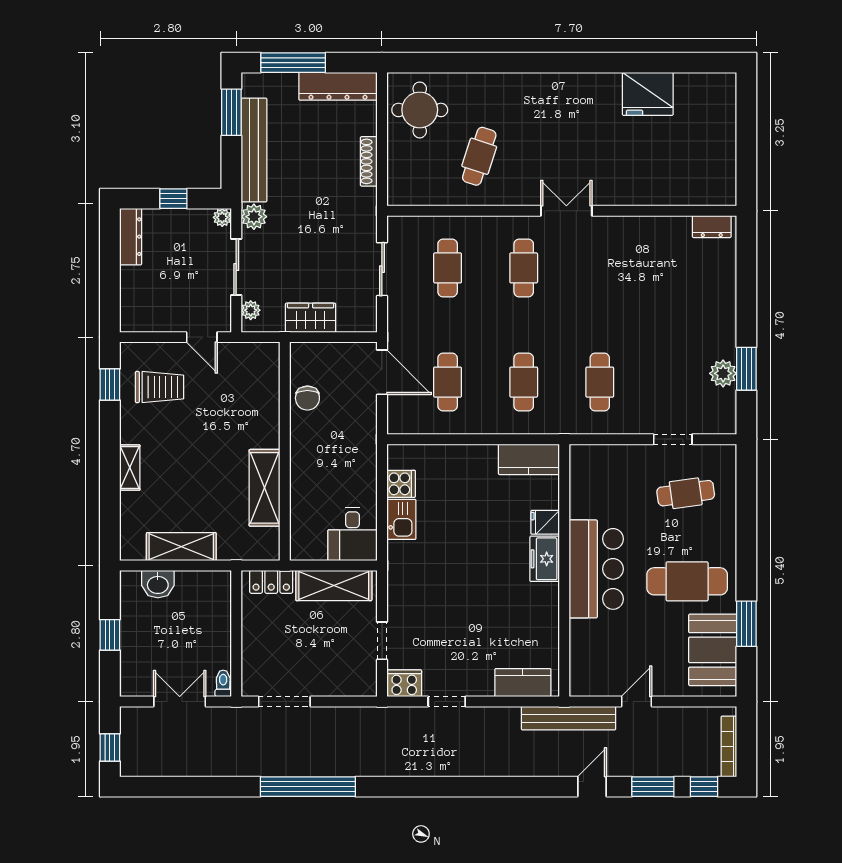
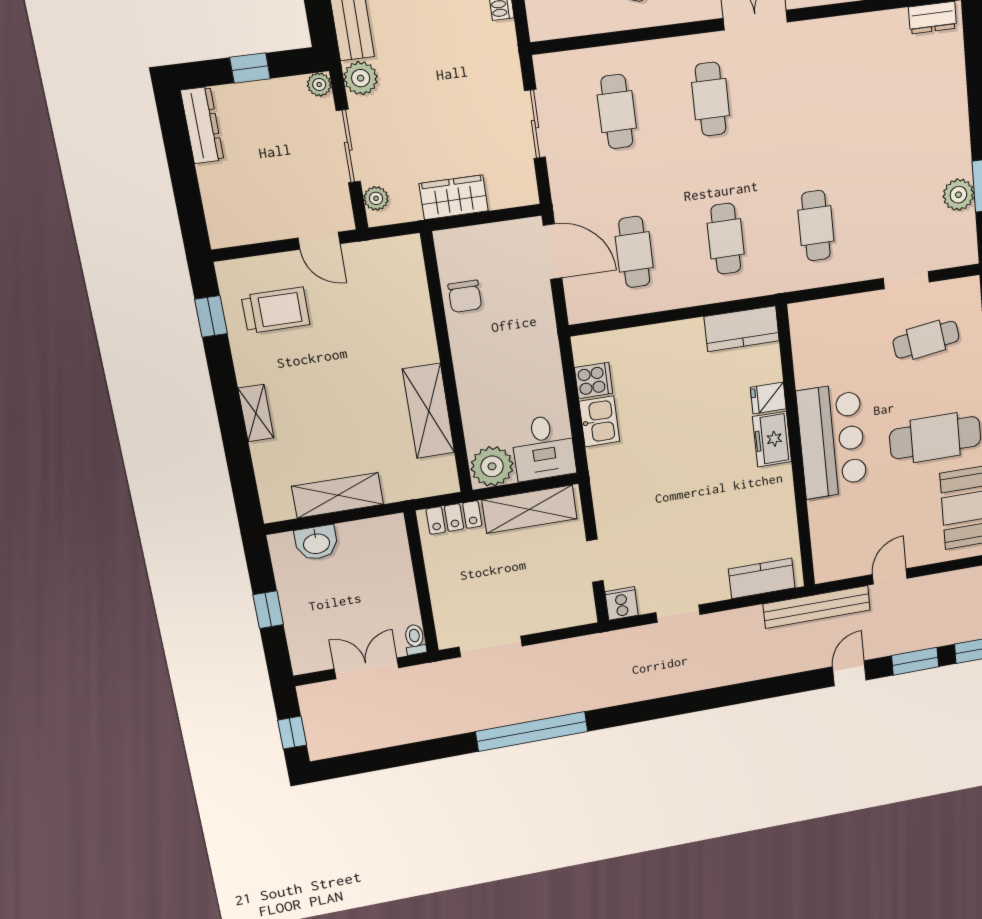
plant: (308, 543) -> (492, 466), added
cooker: (404, 683) -> (622, 603), width x0.73

